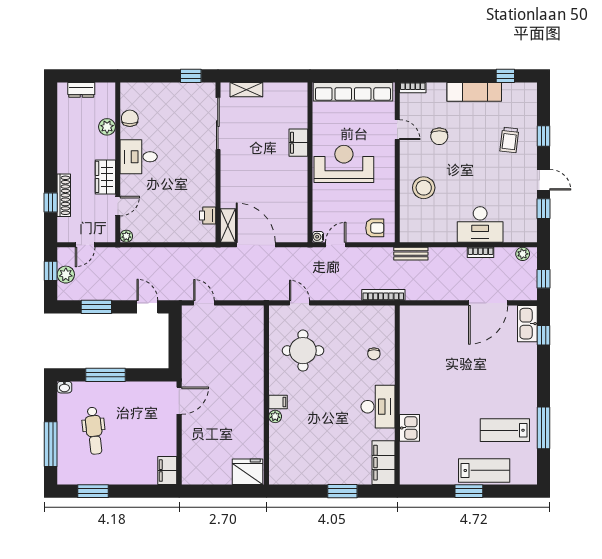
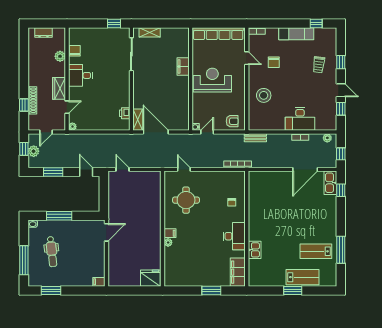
filing cabinet: (167, 471) -> (99, 282), width x0.50

